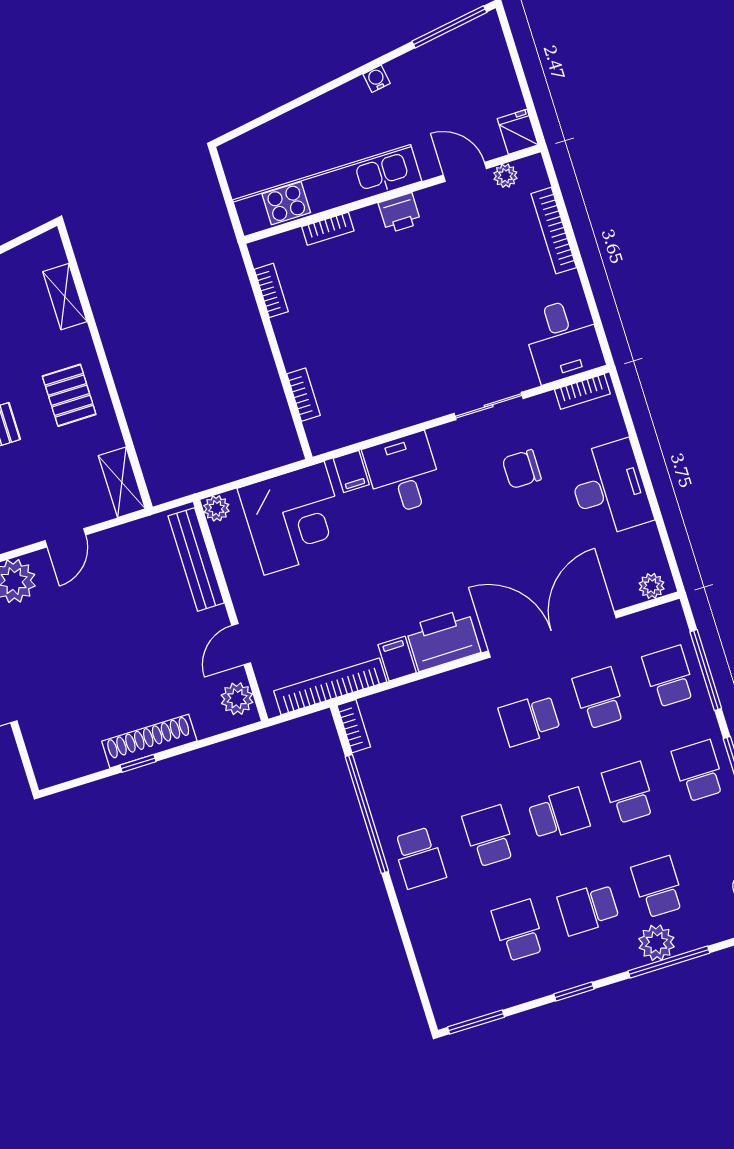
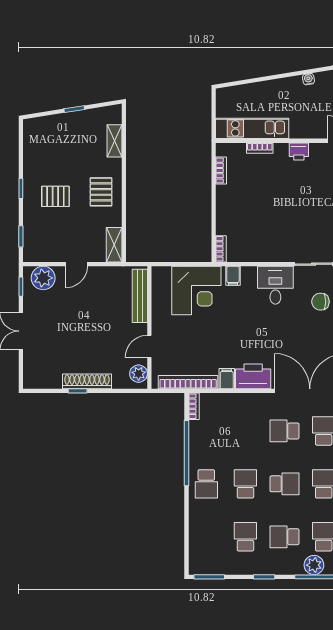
kitchen unit: (327, 191) -> (252, 128), width x0.73
bookcase: (304, 395) -> (221, 249), moved
desk: (403, 474) -> (275, 285), moved
plant: (216, 508) -> (158, 273), removed

